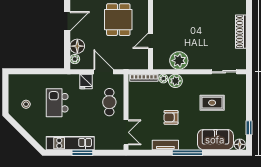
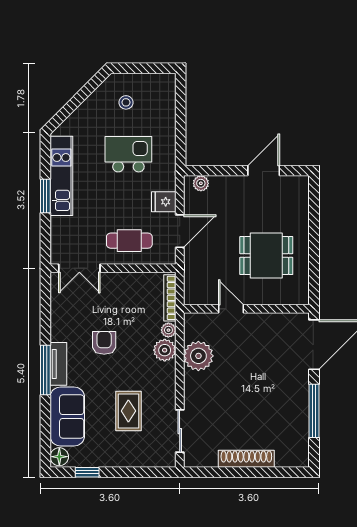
door: (67, 21) -> (264, 171), swing flipped
floor lamp: (77, 46) -> (222, 187), removed
tv unit: (165, 145) -> (58, 364), moved

